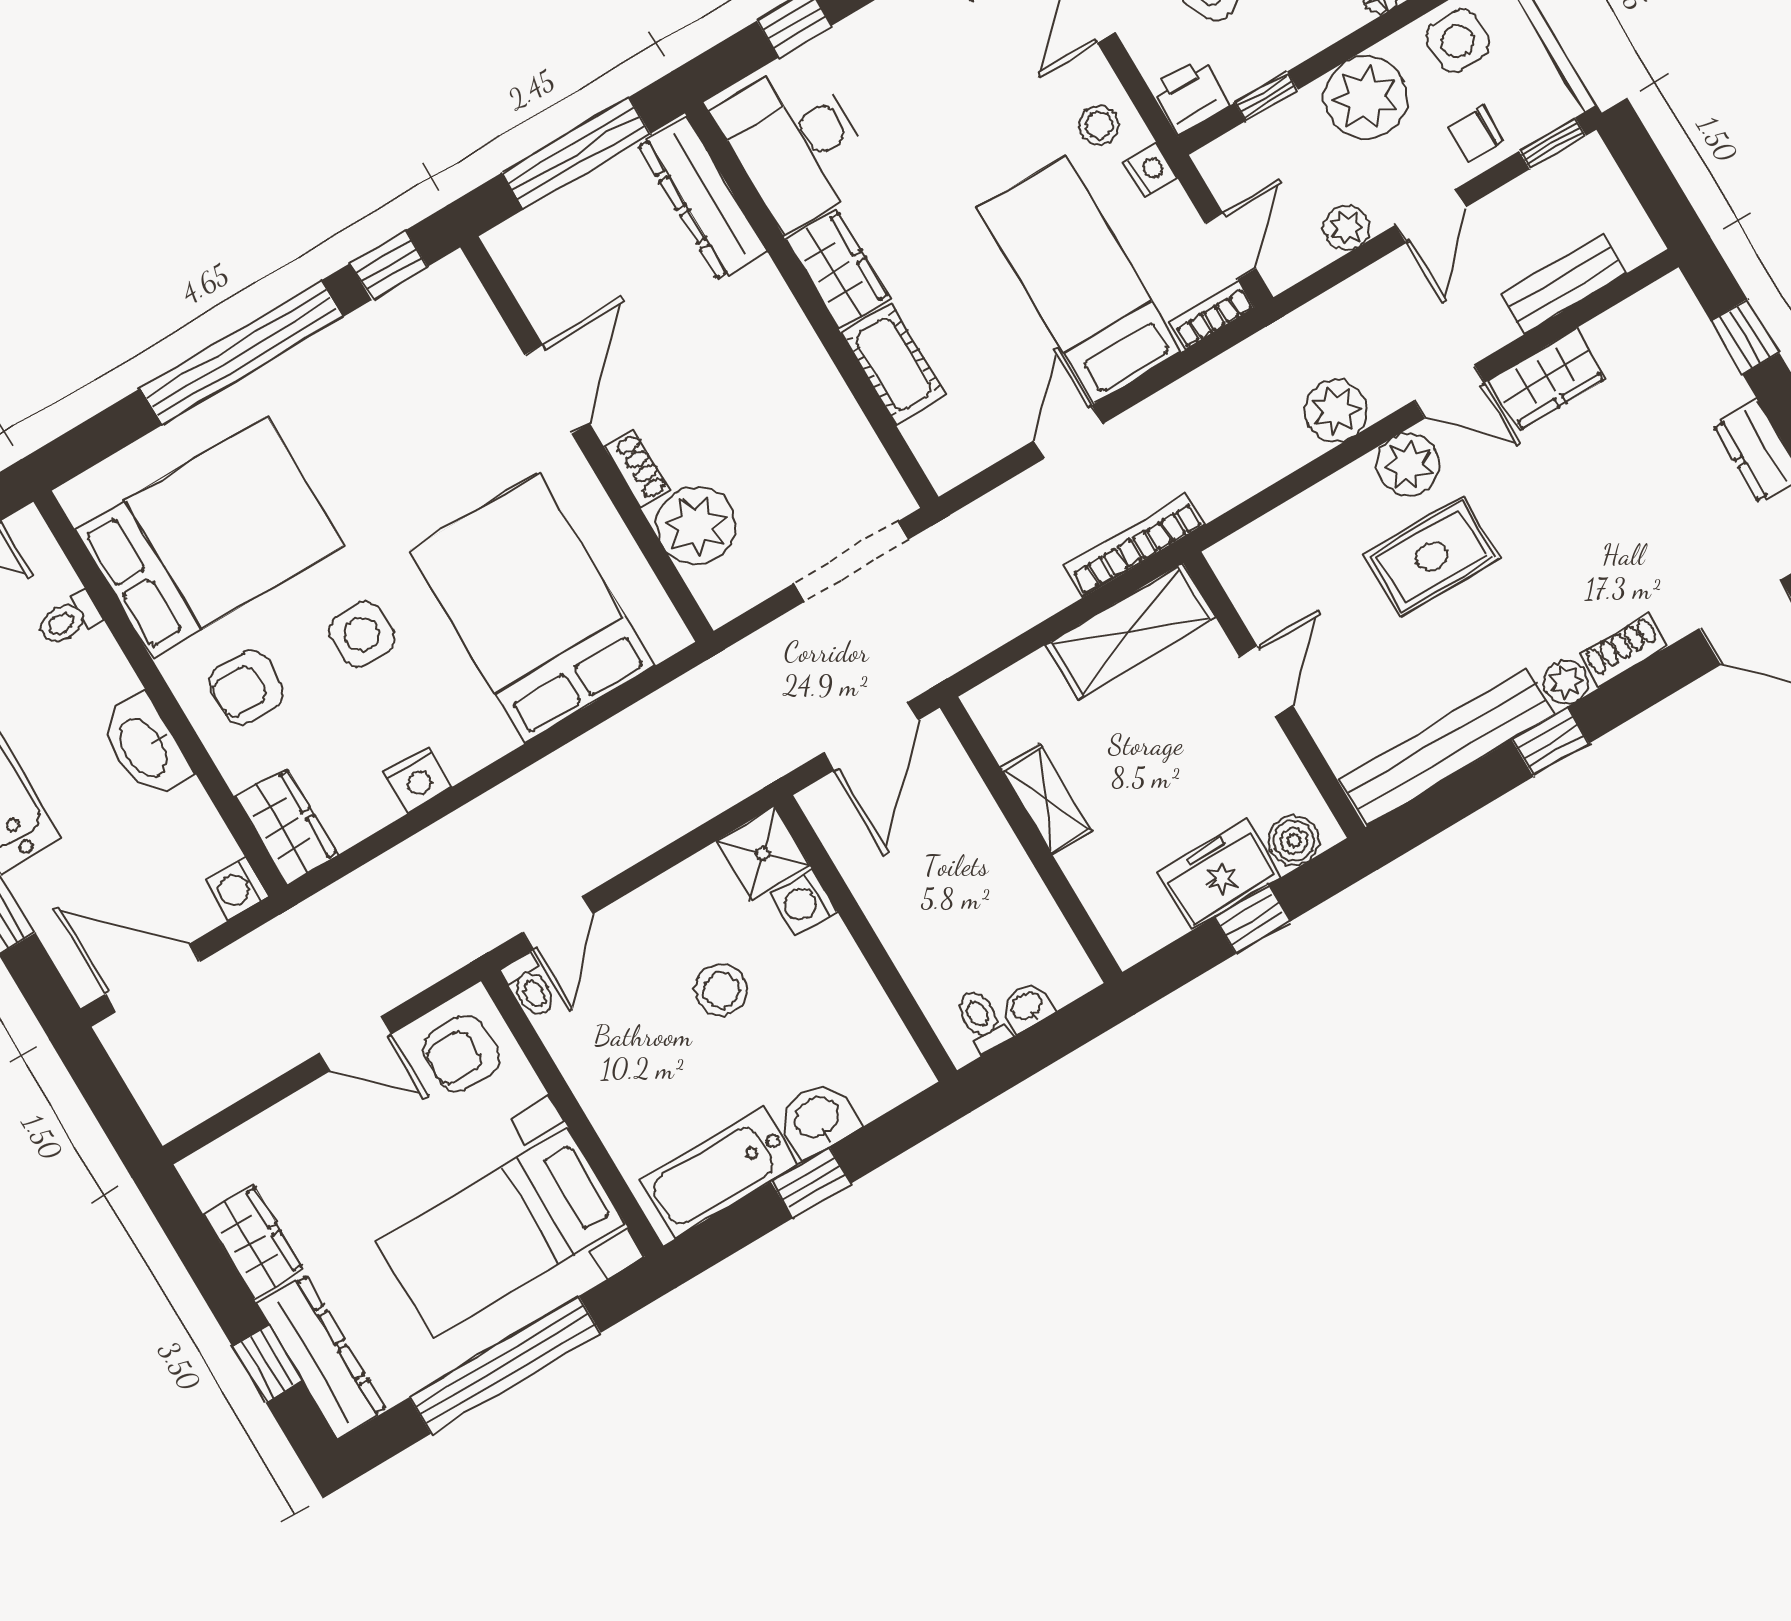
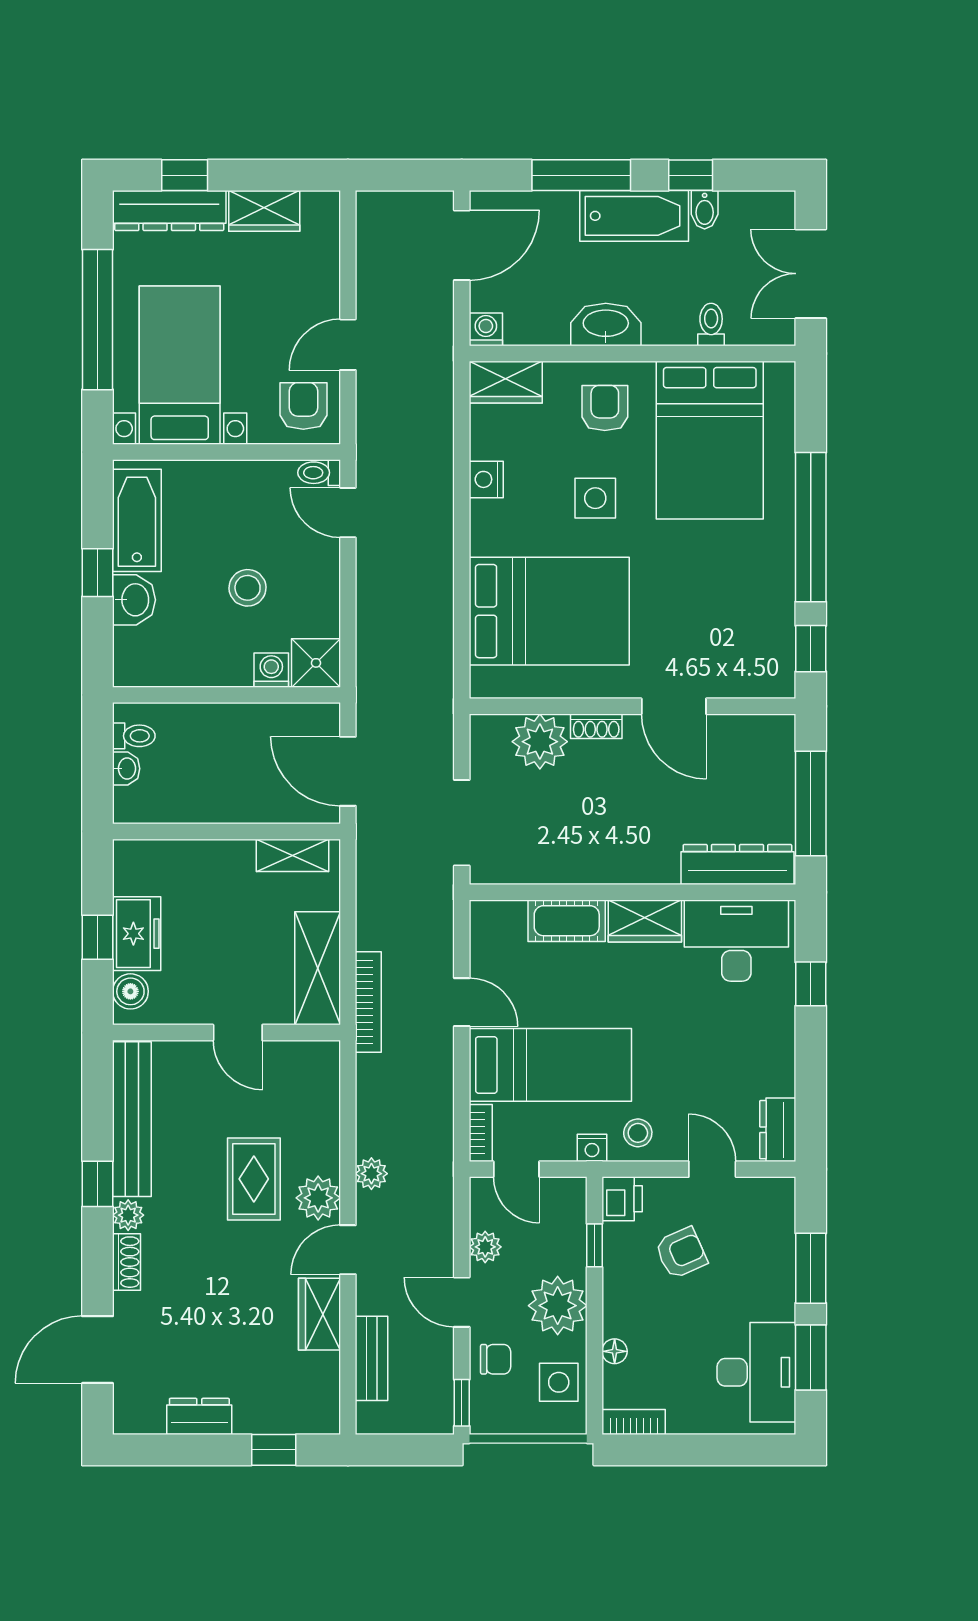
chair: (1475, 134) -> (496, 1359), turned 90
plant: (1336, 411) -> (371, 1174), width x0.73, depth x0.73
shelving: (1046, 800) -> (292, 855), moved

